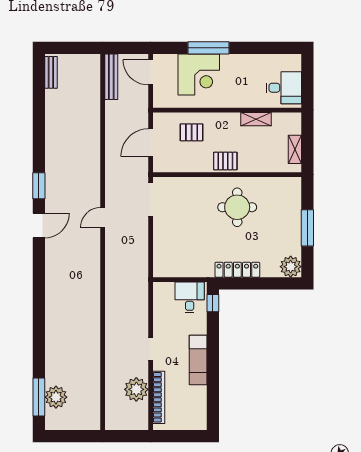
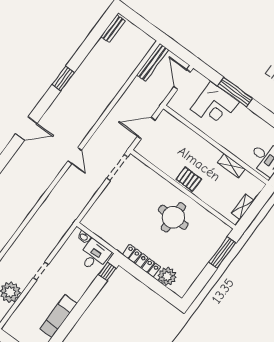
pallet: (192, 132) -> (180, 142), removed
window: (39, 186) -> (63, 78), moved
door: (103, 217) -> (75, 156), swing flipped
window: (307, 228) -> (222, 253), moved
plant: (291, 267) -> (167, 276), moved
washbasin: (167, 287) -> (84, 237), added
exam couch: (198, 360) -> (59, 316), moved
bookcase: (159, 397) -> (22, 309), removed

